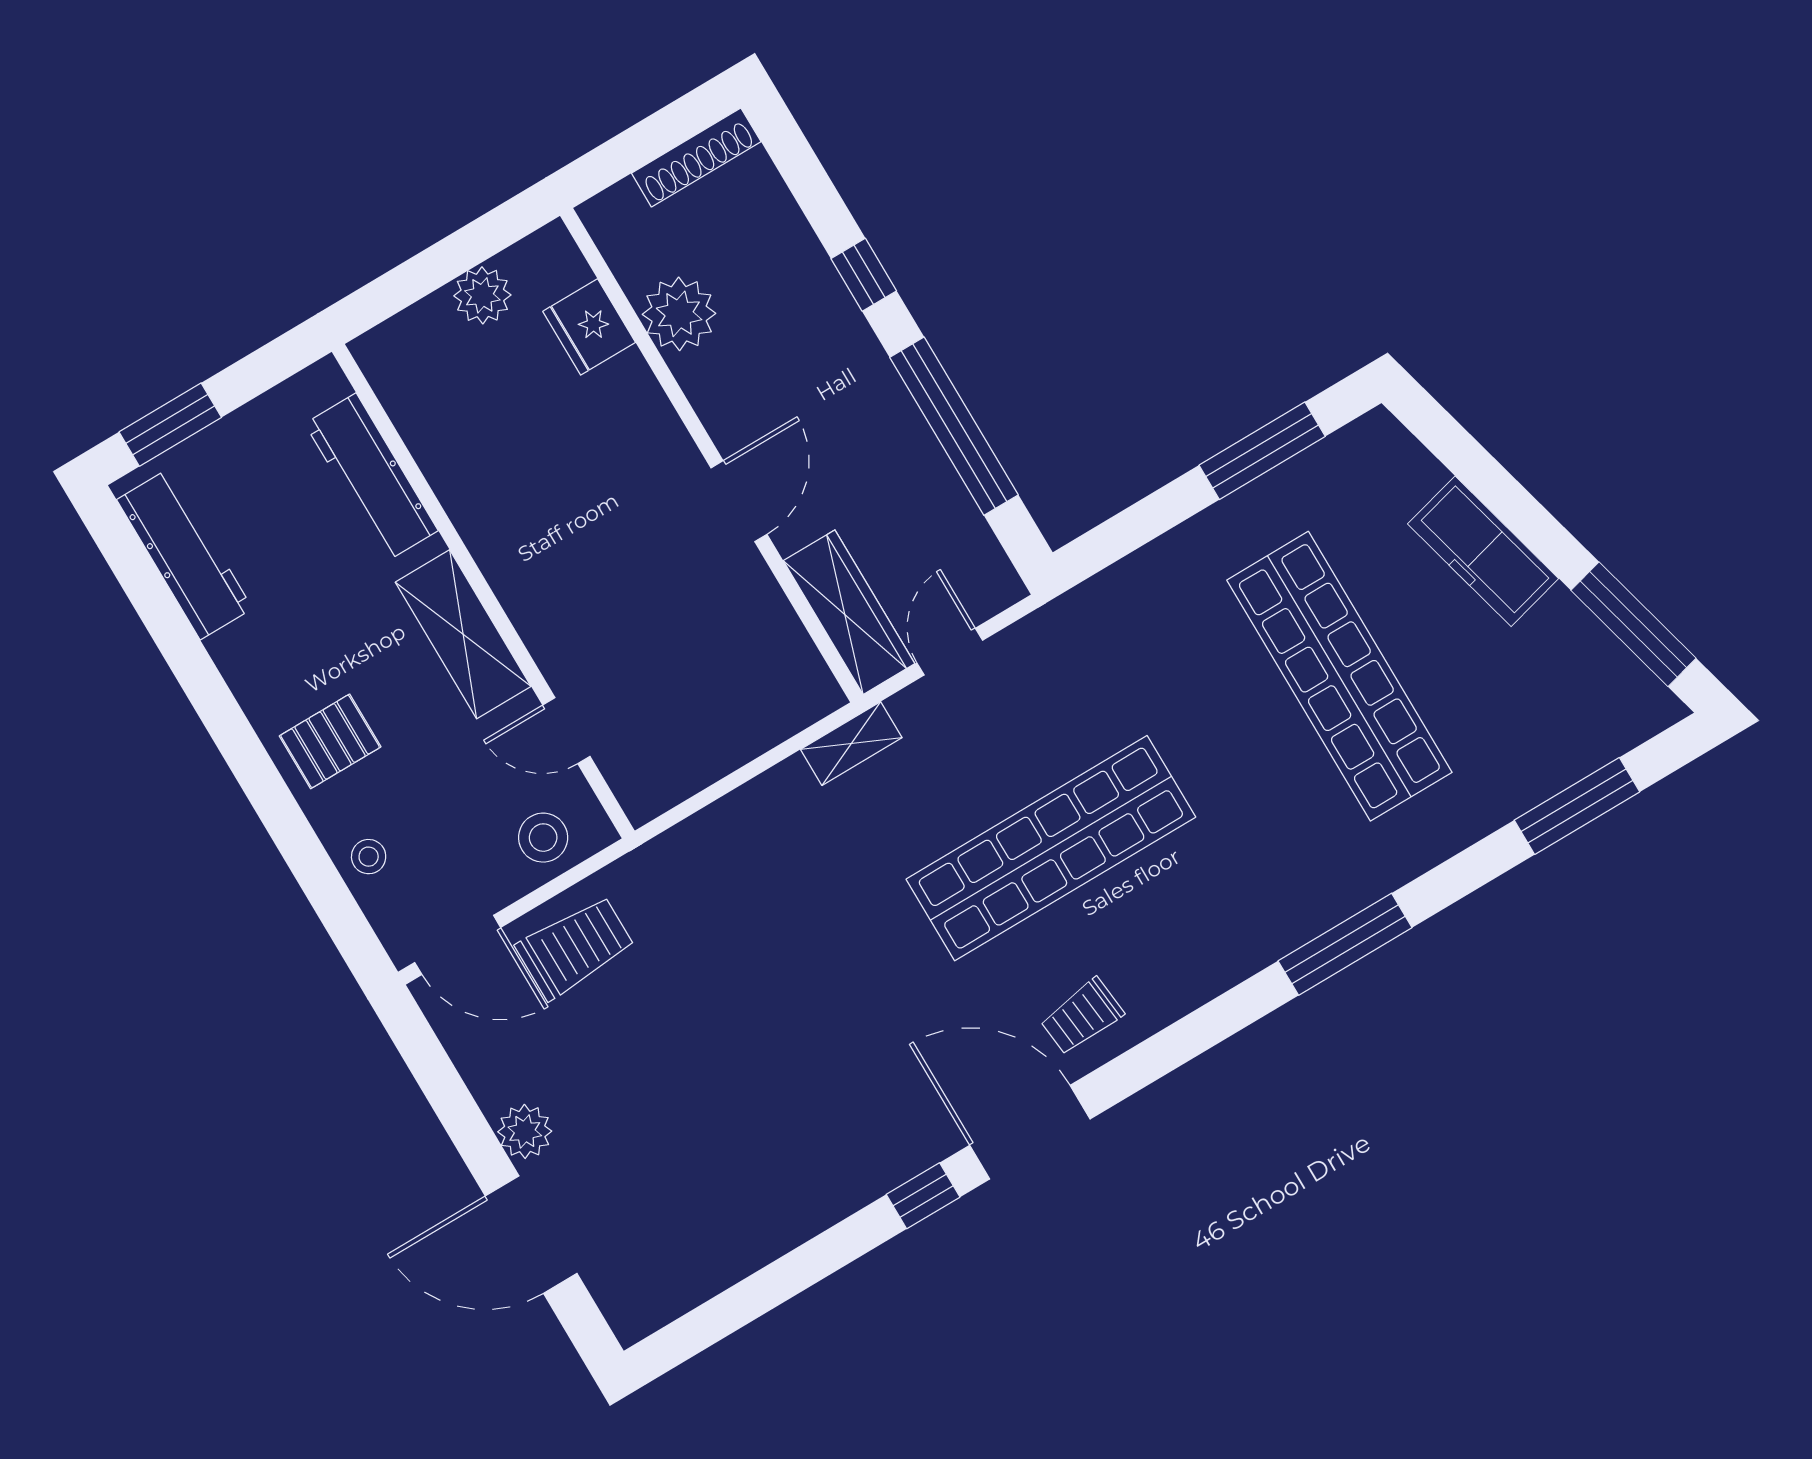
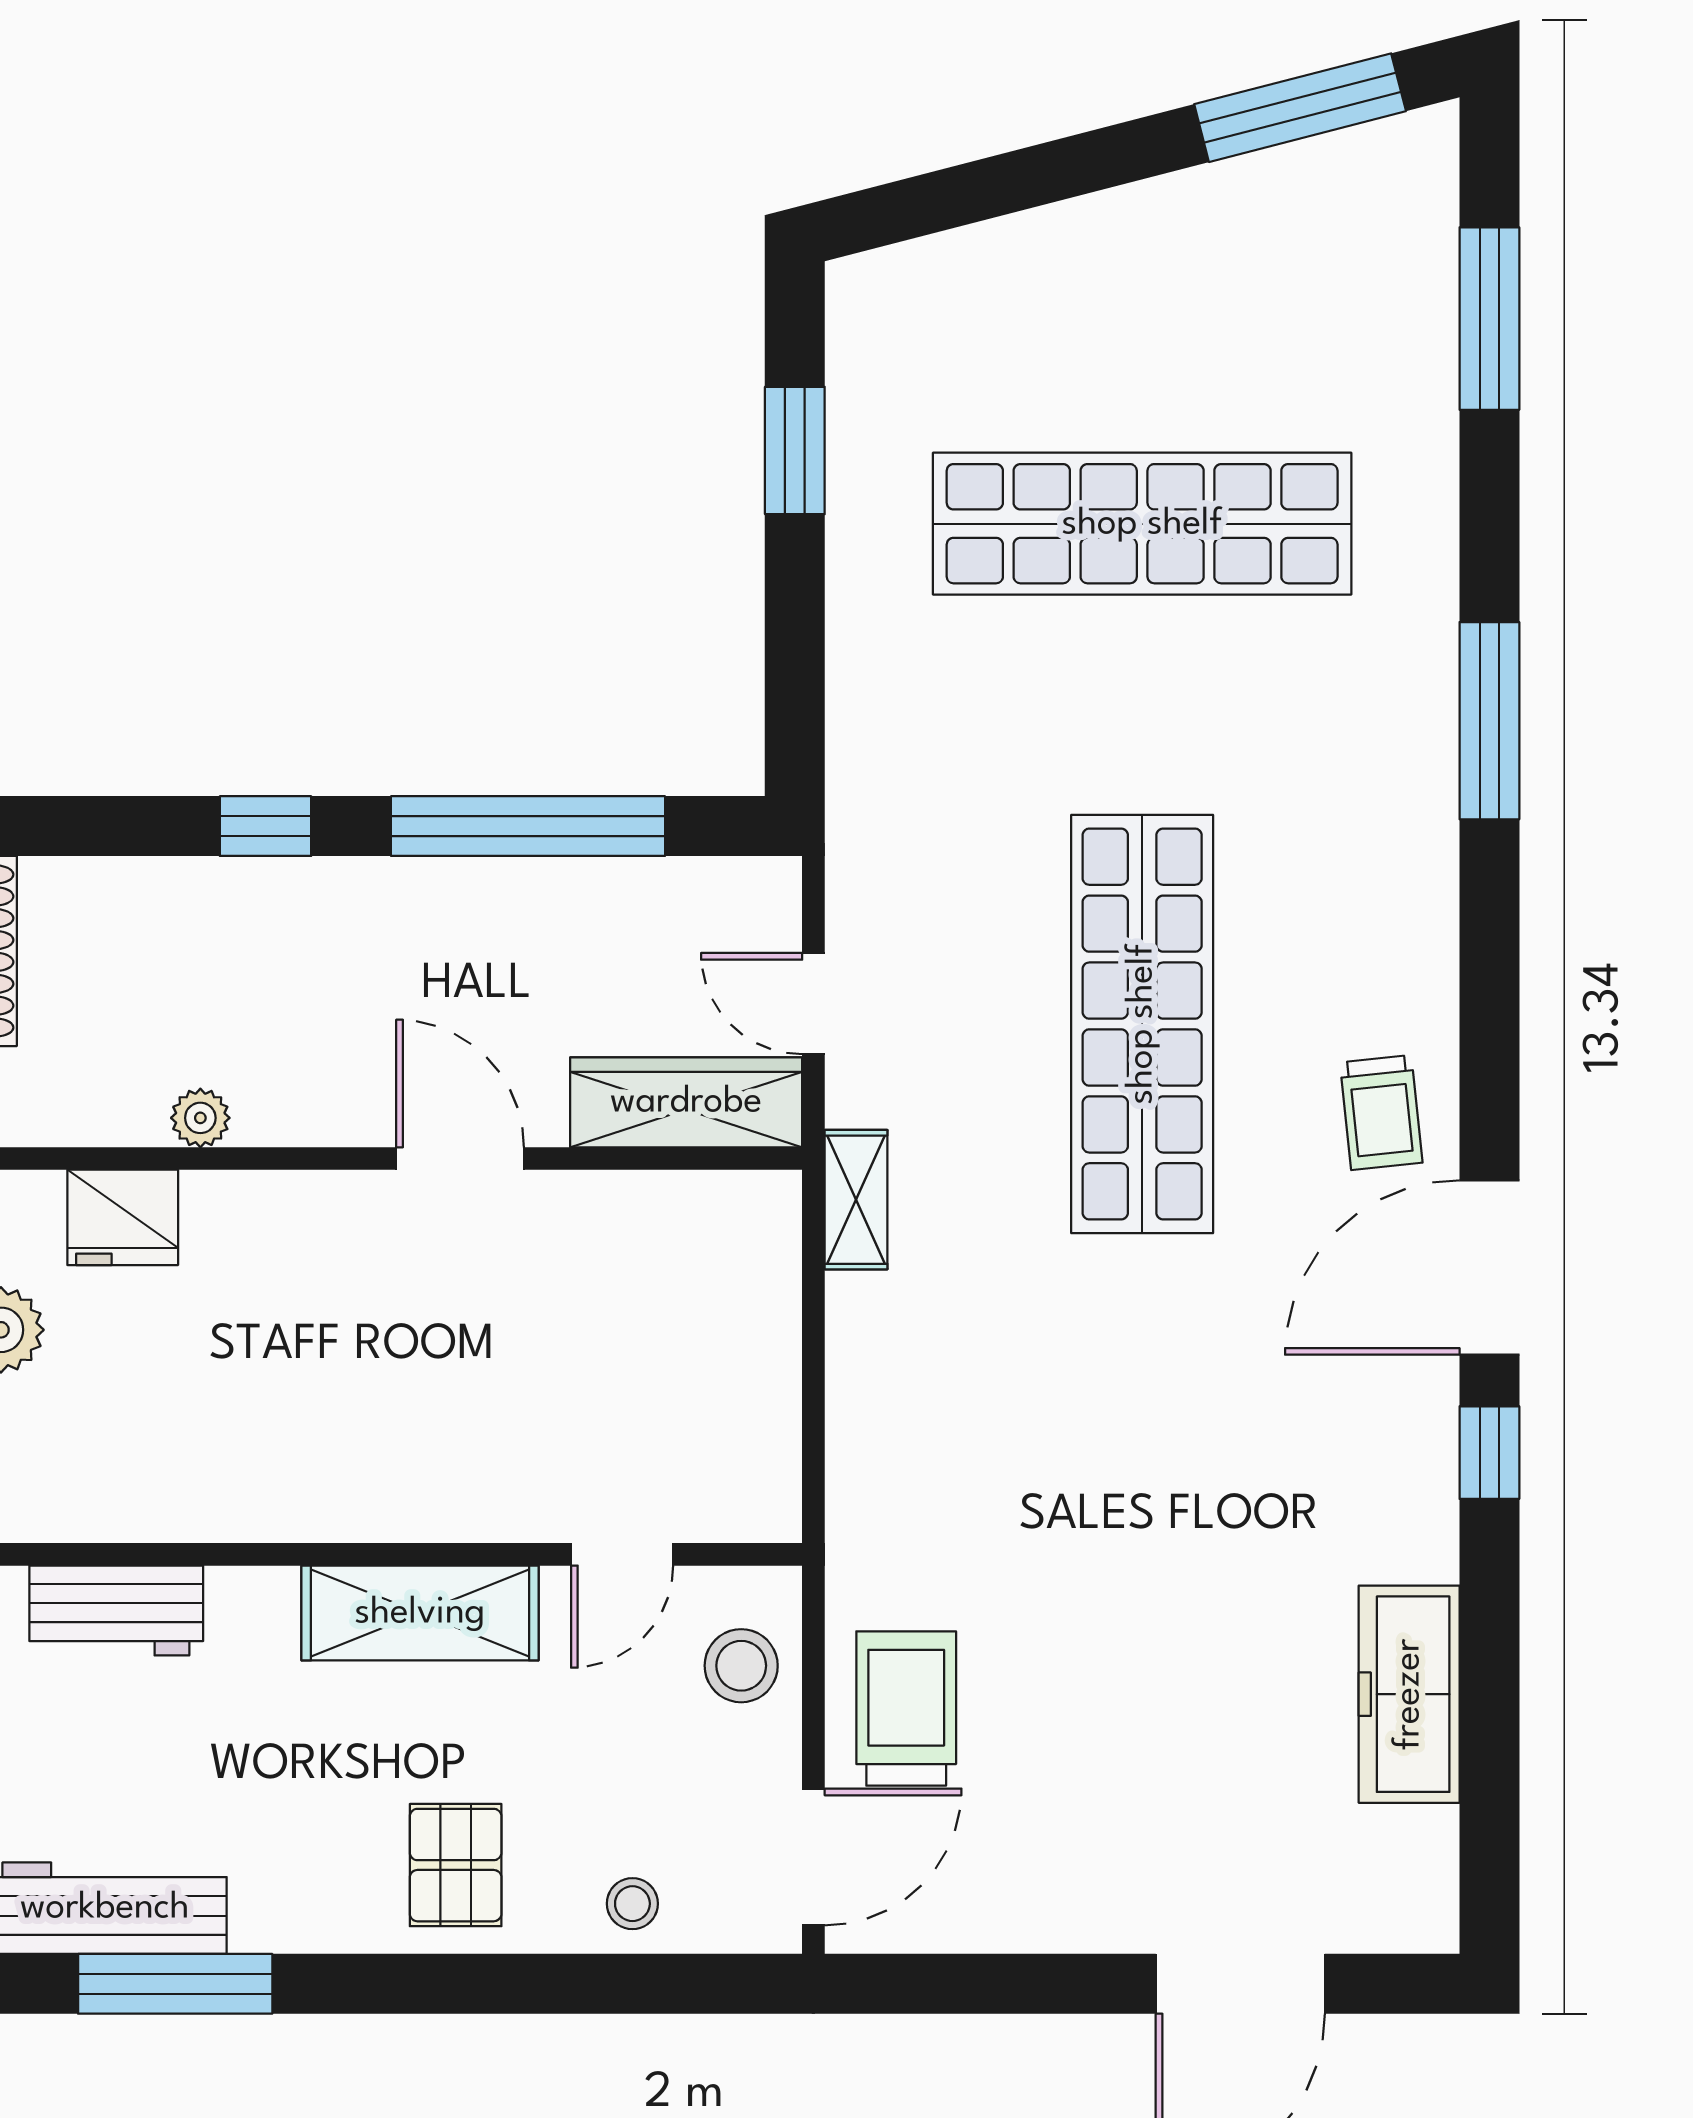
plant: (679, 314) -> (200, 1118), width x0.53, depth x0.53
window: (1262, 451) -> (795, 450), width x0.69
workbench: (371, 477) -> (116, 1610), width x0.73
freezer: (1483, 551) -> (1409, 1694), moved, turned 104
window: (165, 621) -> (175, 1984), added
plant: (525, 1131) -> (1103, 1913), removed

